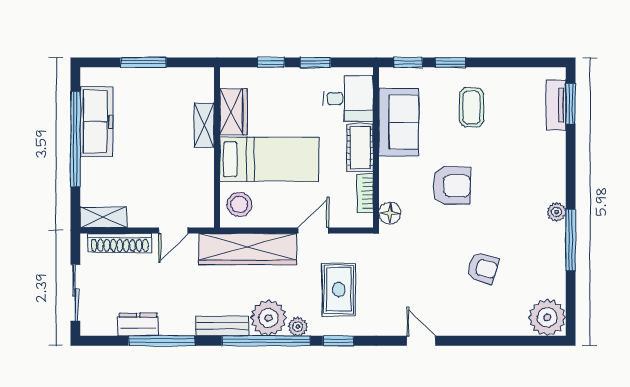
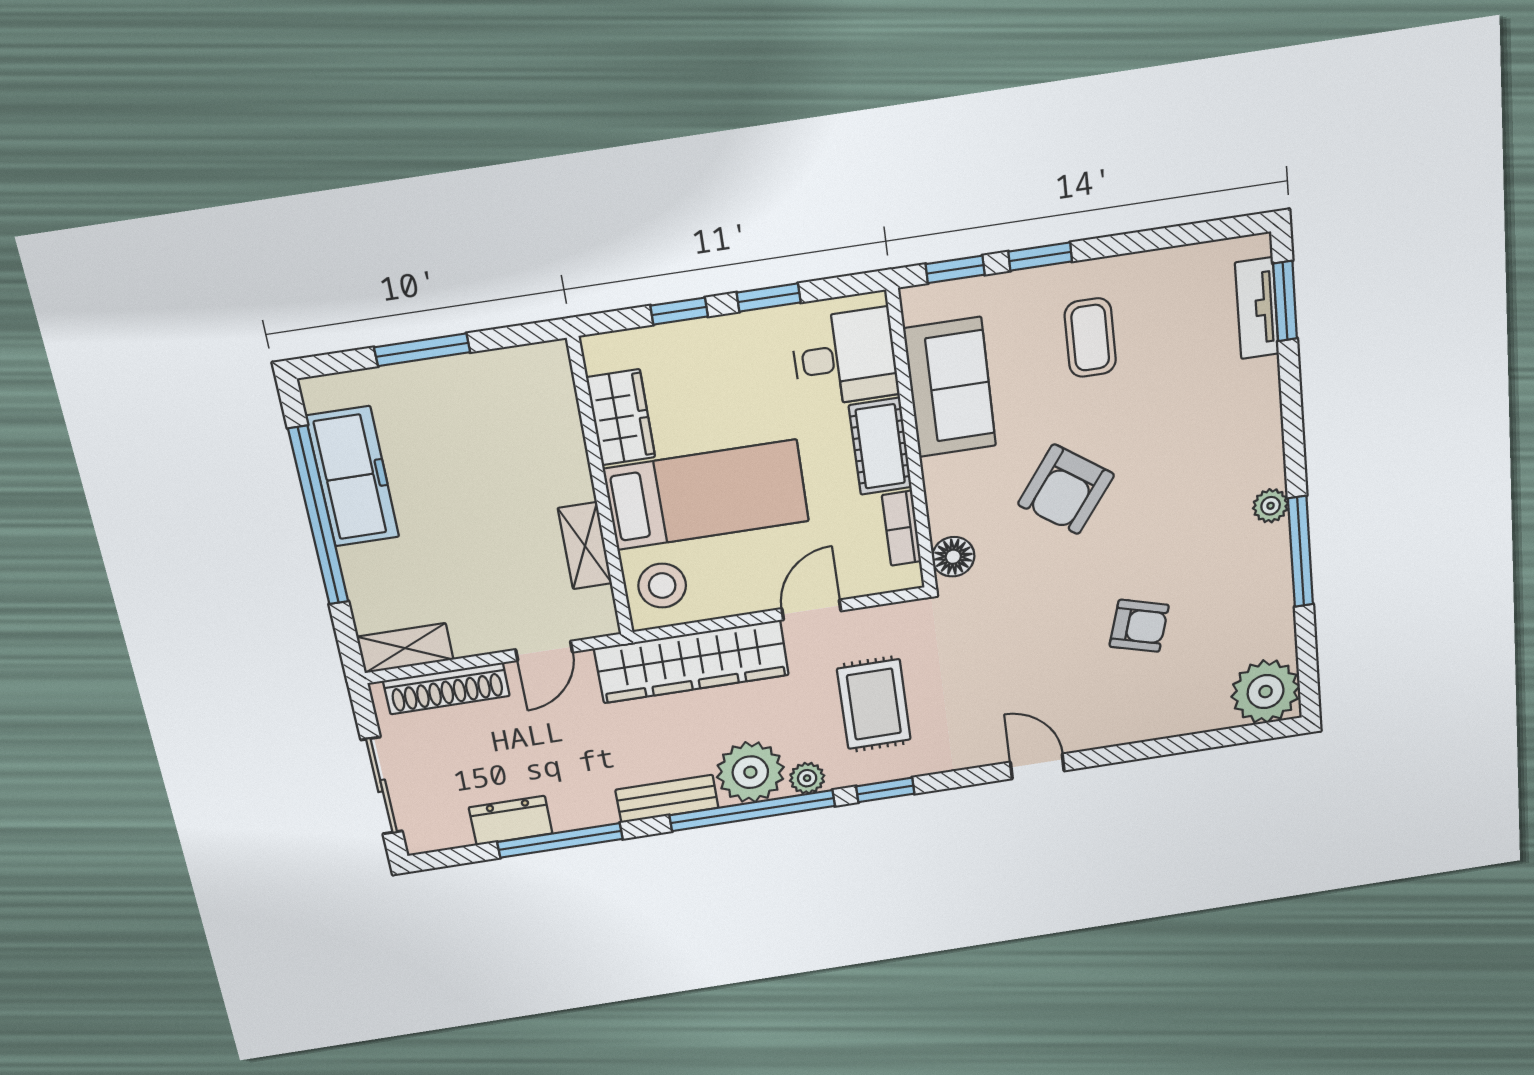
shelving: (204, 125) -> (585, 546), moved
armchair: (452, 186) -> (1066, 489), turned 126

